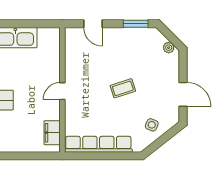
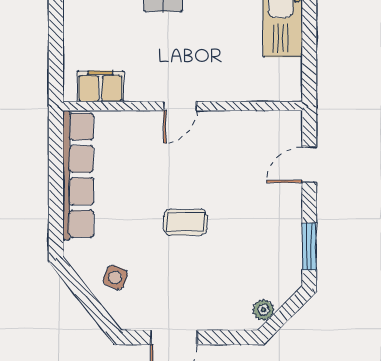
coffee table: (123, 88) -> (185, 222), turned -72
door: (62, 91) -> (180, 106), swing flipped

